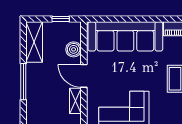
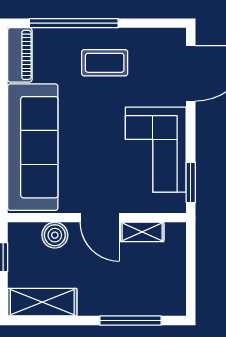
door: (84, 76) -> (100, 218), hinge flipped
window: (23, 82) -> (130, 321), moved

